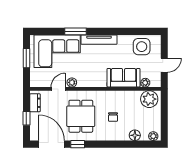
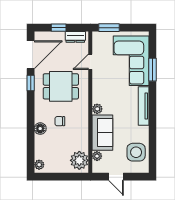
window: (75, 31) -> (153, 70), moved
window: (26, 58) -> (109, 28), moved
plant: (72, 82) -> (97, 109), moved
door: (58, 89) -> (90, 62), swing flipped
floor lamp: (135, 135) -> (40, 129), moved

